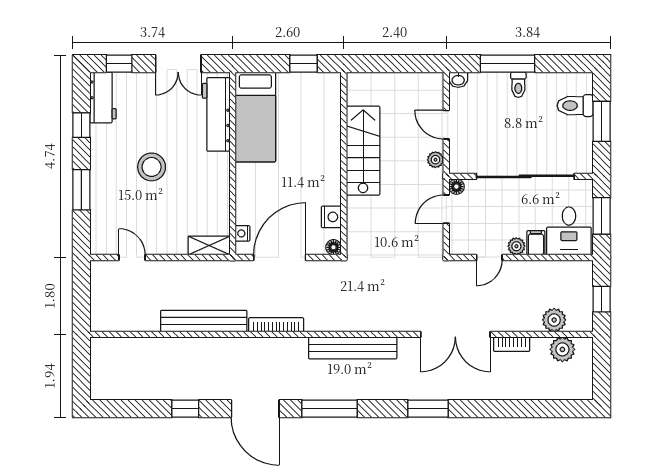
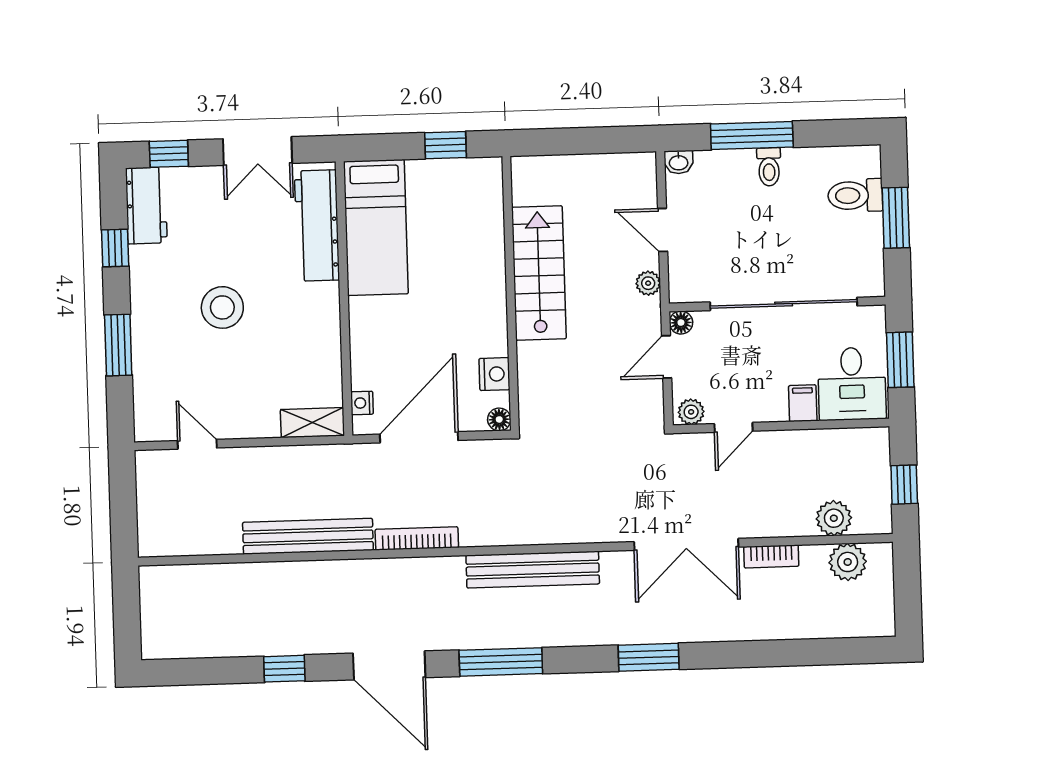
plant: (516, 246) -> (691, 412), moved

